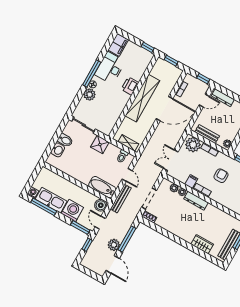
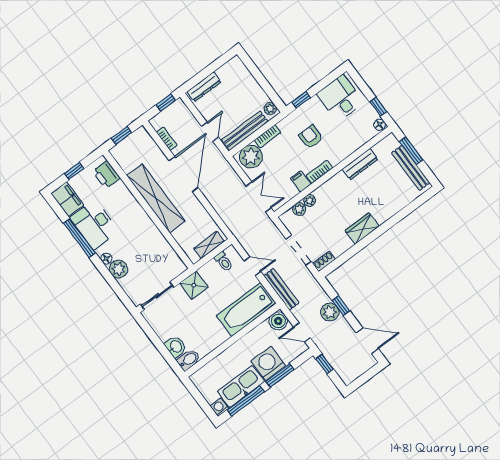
window: (148, 47) -> (74, 171), moved
window: (92, 73) -> (79, 238), moved
printer: (130, 86) -> (106, 175), moved
door: (204, 101) -> (210, 132), moved
bench: (207, 134) -> (245, 131), width x1.36
bidet: (65, 140) -> (189, 360), moved
double door: (171, 160) -> (259, 197), swing flipped
bathtub: (102, 187) -> (246, 310), width x1.36, depth x1.36
dresser: (196, 201) -> (360, 164), moved
window: (80, 227) -> (280, 375), moved
window: (127, 239) -> (341, 306), width x0.46
wardrobe: (202, 244) -> (362, 228), moved
plant: (114, 245) -> (330, 312), moved

